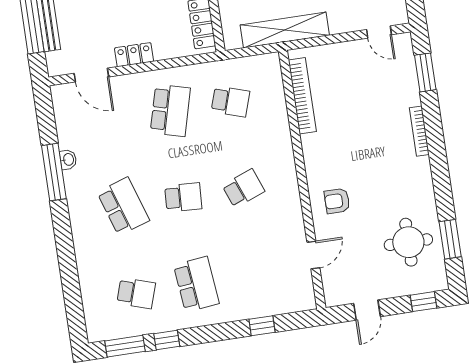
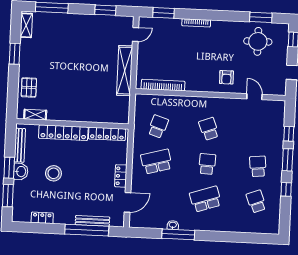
shelving: (285, 30) -> (125, 71), moved
school desk: (170, 110) -> (156, 162), turned -30
school desk: (196, 284) -> (258, 166), width x0.54
school desk: (136, 293) -> (256, 201), turned -39
window: (125, 346) -> (288, 160), moved

